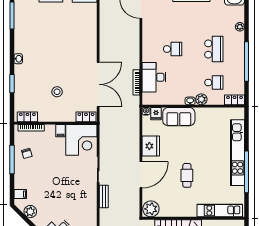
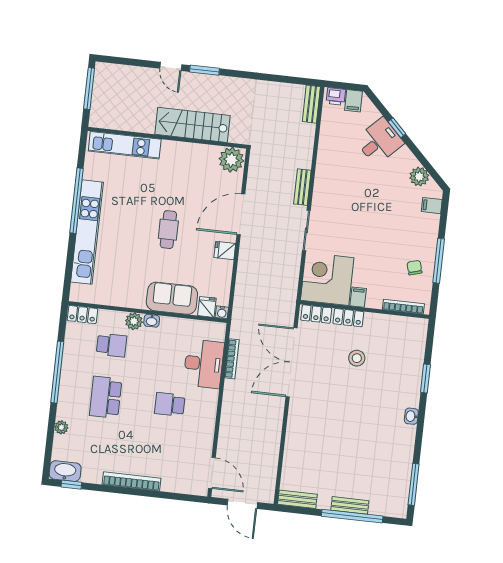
school desk: (214, 83) -> (111, 345), turned 180
locker: (27, 117) -> (348, 318), moved
fridge: (151, 146) -> (225, 250), width x0.53, depth x0.75
cafe table: (187, 175) -> (168, 230), moved

